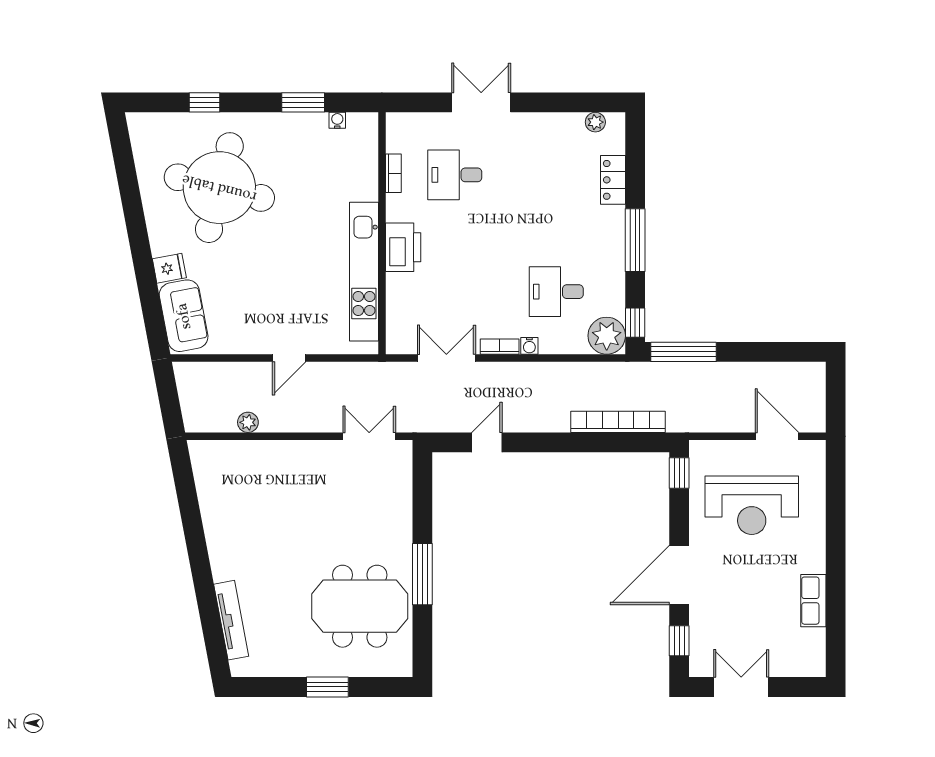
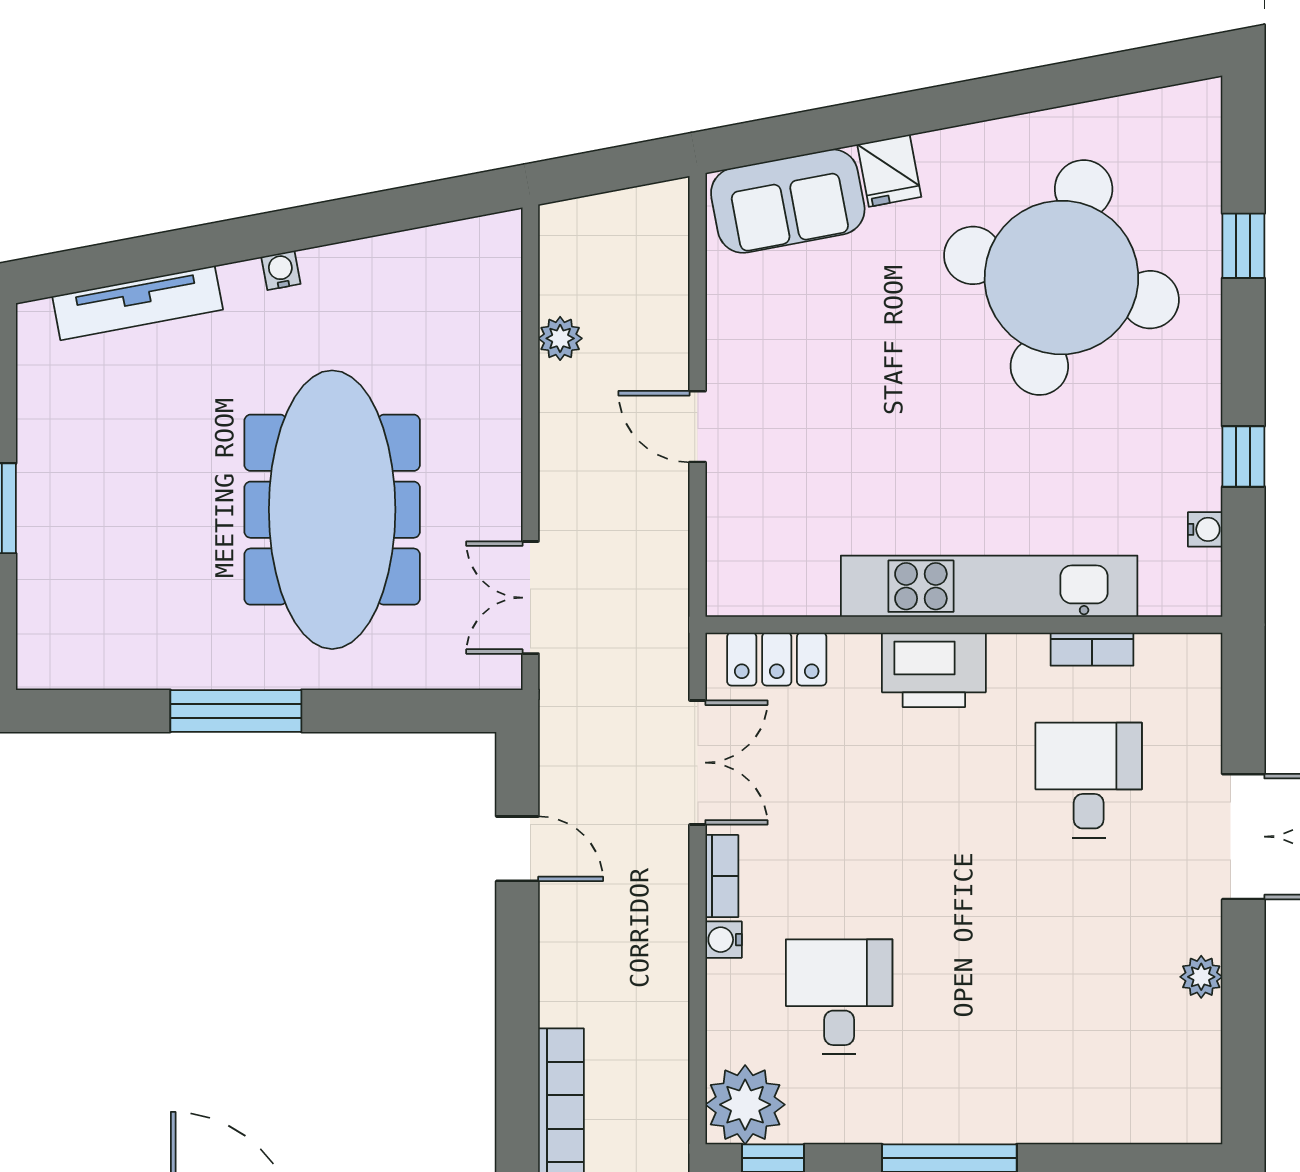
window: (303, 102) -> (1243, 456), width x0.67
plant: (595, 122) -> (1201, 977), moved
locker: (613, 180) -> (777, 659), moved, turned 180
kitchen unit: (364, 272) -> (989, 586), moved
double door: (369, 436) -> (530, 598), swing flipped
water cooler: (216, 553) -> (281, 270), added
meeting table: (360, 606) -> (332, 510), moved, width x1.36

